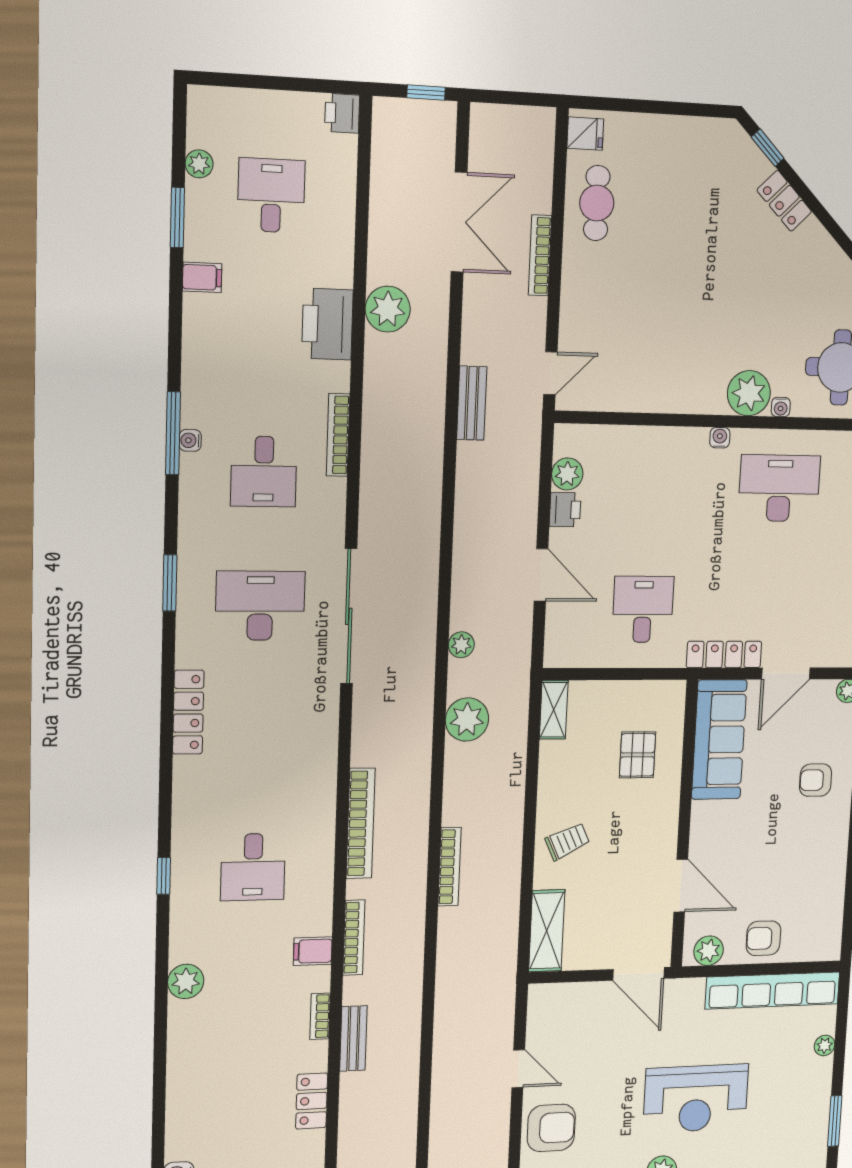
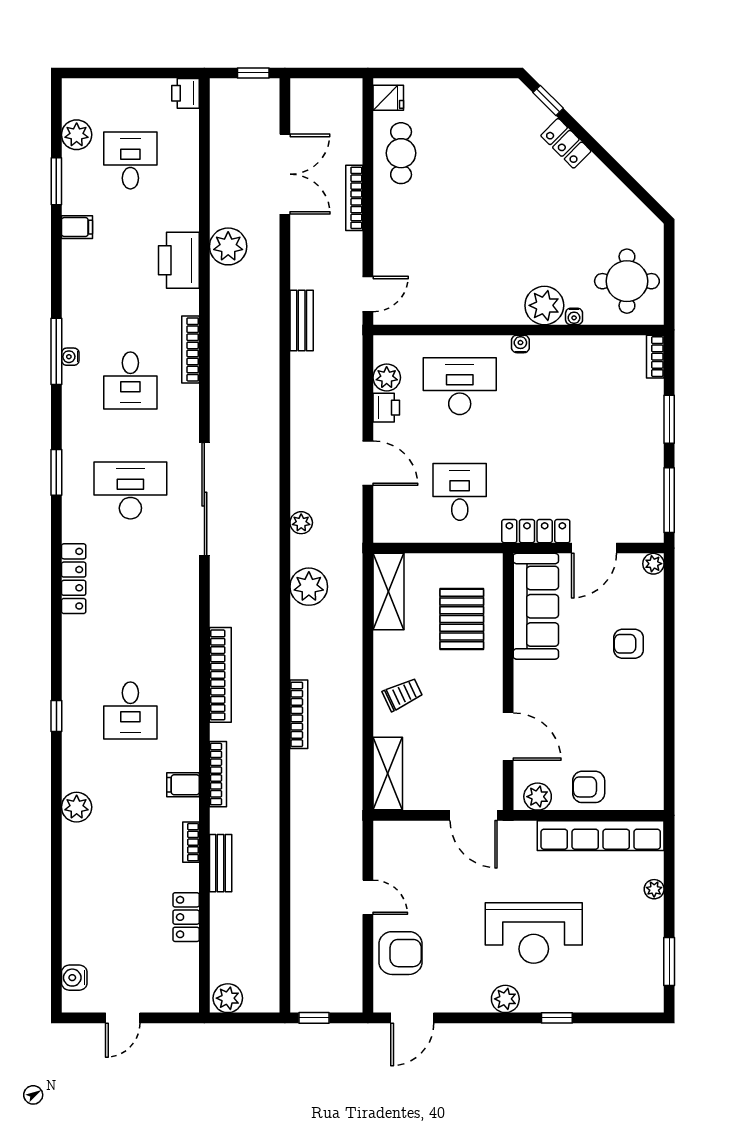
plant: (199, 164) -> (77, 135), width x1.38, depth x1.38
desk: (779, 488) -> (460, 386), moved
shelving: (554, 710) -> (388, 592), width x1.50, depth x1.33
pallet: (637, 755) -> (462, 619), width x1.50, depth x1.42

